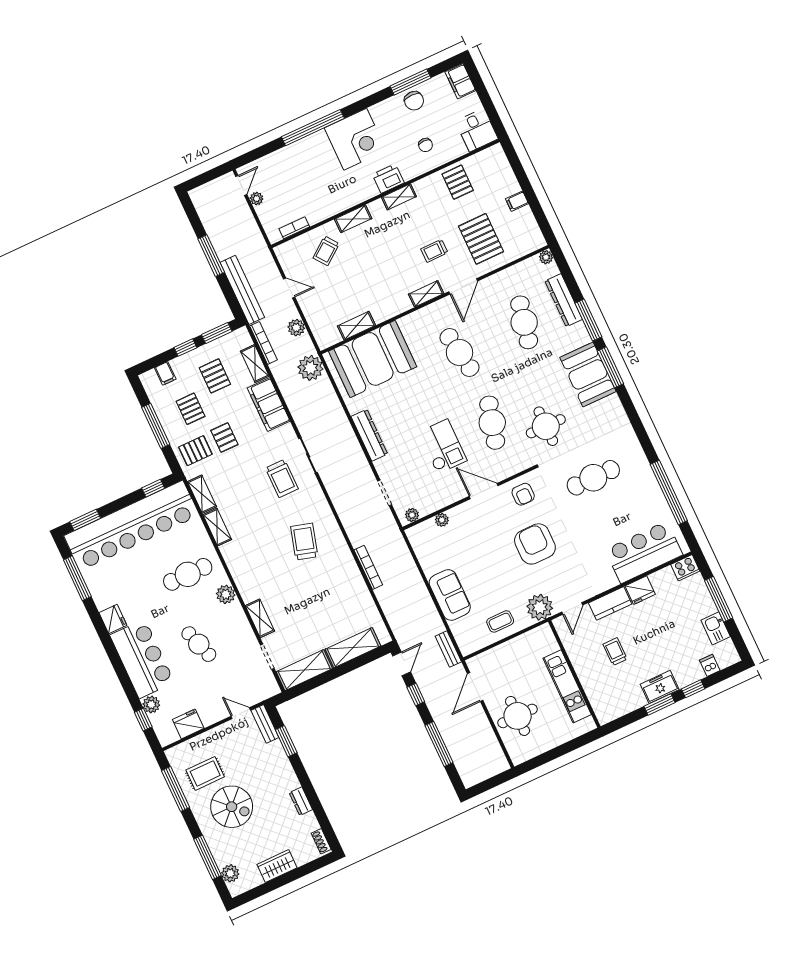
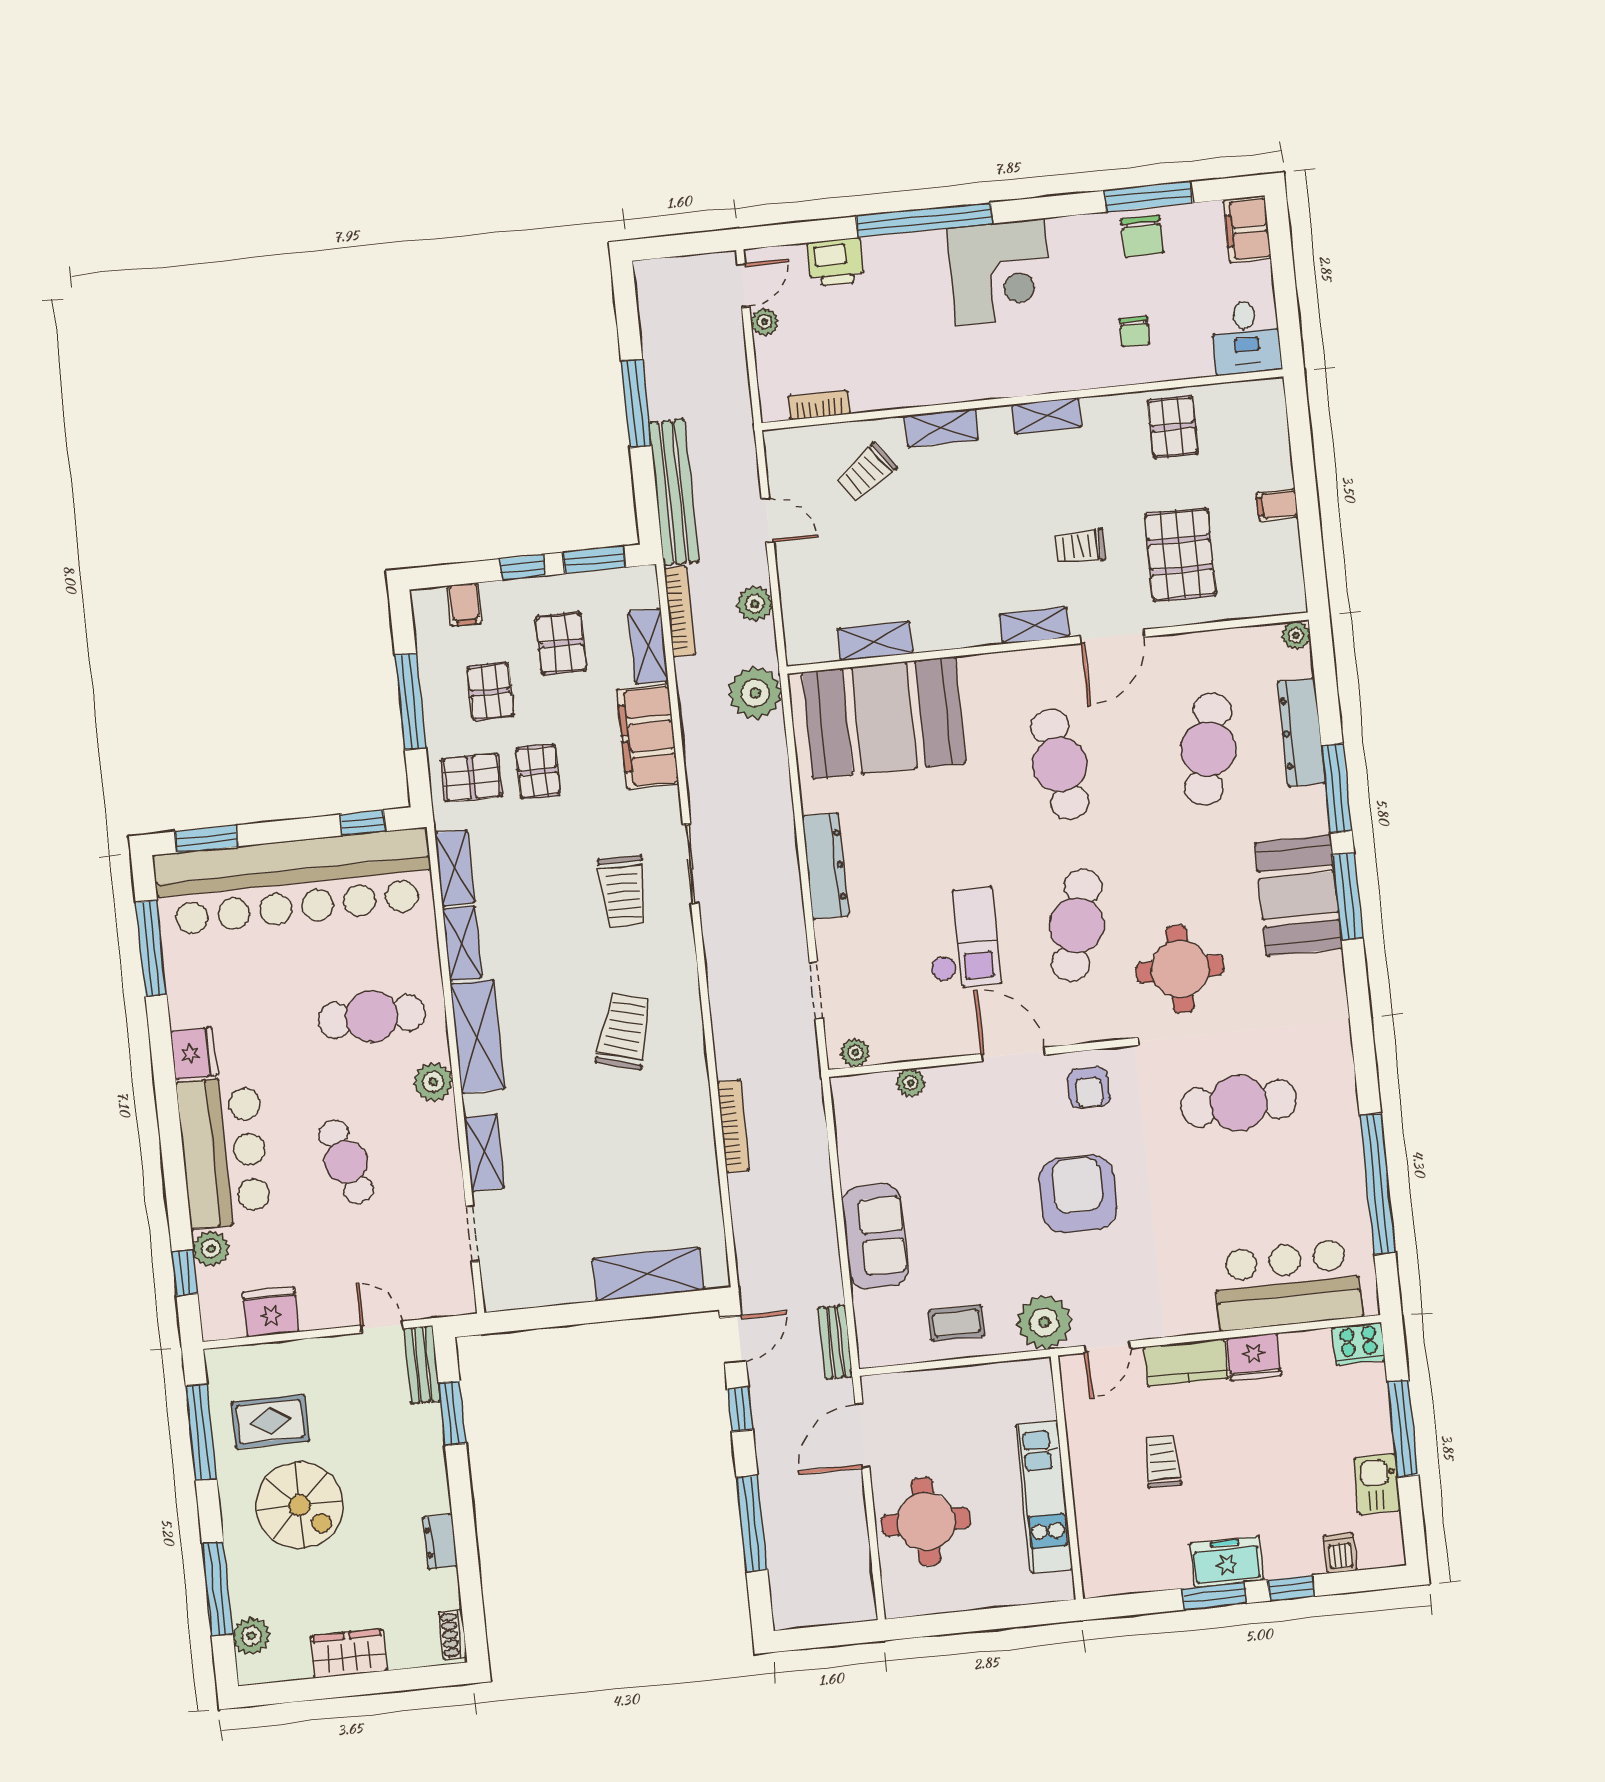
printer: (388, 179) -> (836, 262), moved, turned 180
shelving: (304, 670) -> (478, 1036), moved, turned 90

